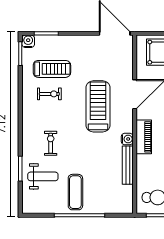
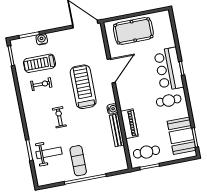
water cooler: (28, 41) -> (42, 39), moved
treadmill: (52, 69) -> (39, 63), turned 180
piano: (144, 137) -> (129, 124), moved
exercise bike: (51, 143) -> (59, 117), moved

